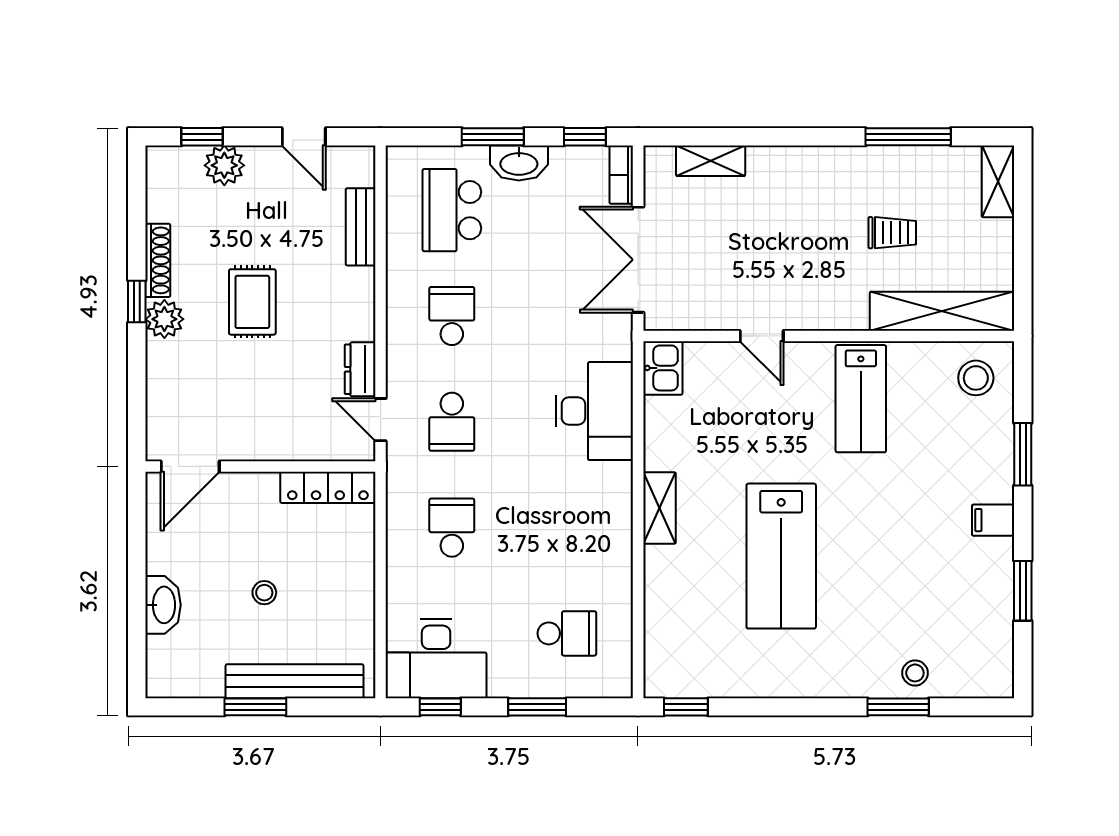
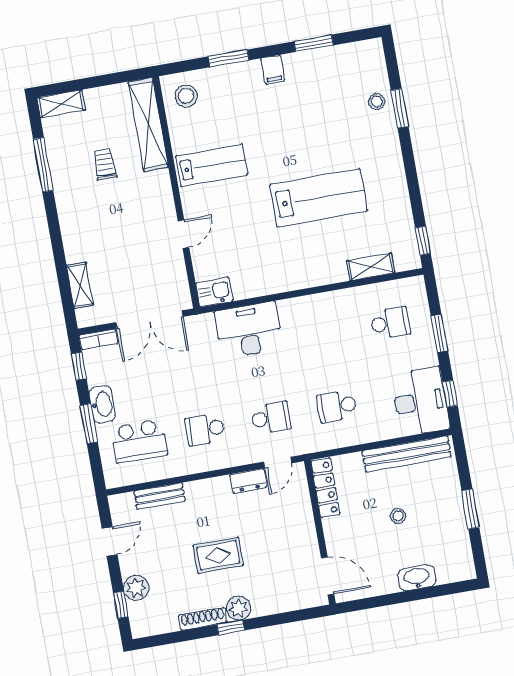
shelving: (659, 508) -> (371, 267), moved
school desk: (567, 633) -> (390, 323), turned 90
bench: (294, 681) -> (407, 454), moved, turned 90

